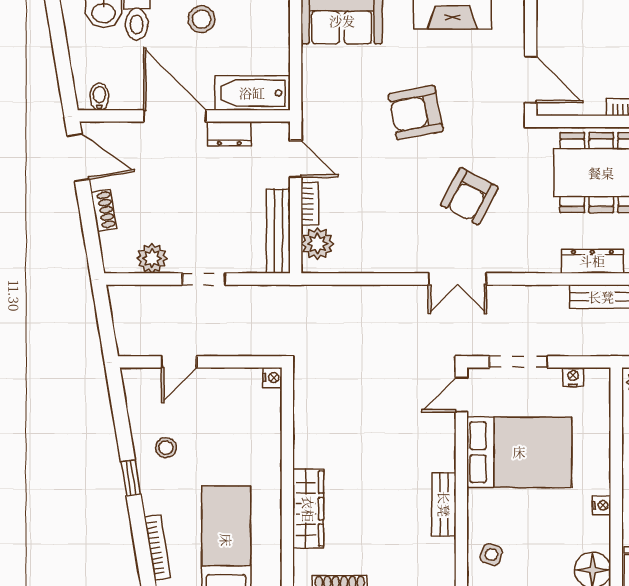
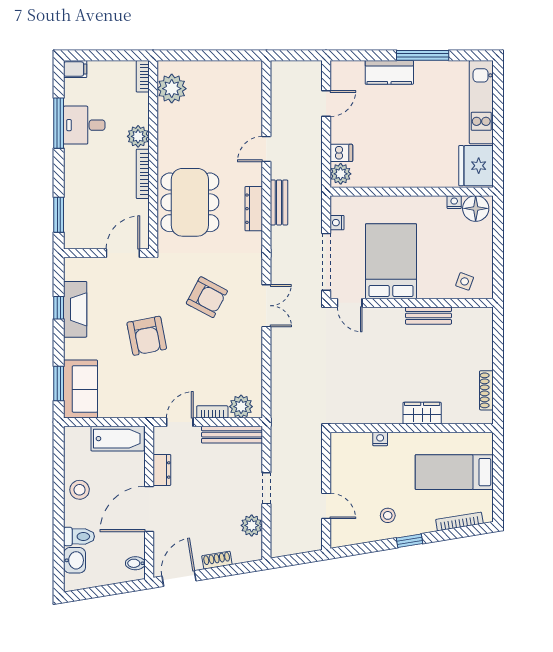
bathtub: (252, 93) -> (118, 439), moved, turned -90
doorway: (518, 362) -> (326, 262), width x1.36
nightstand: (272, 378) -> (380, 439), moved
nightstand: (602, 505) -> (454, 202), moved
wardrobe: (308, 509) -> (422, 413), width x0.67

